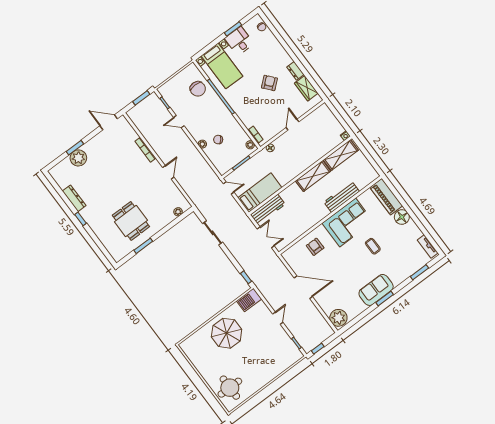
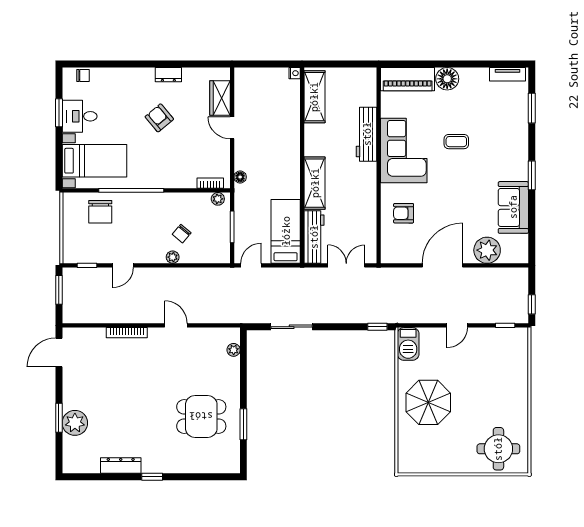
wardrobe: (306, 88) -> (220, 98), moved, turned 90
chair: (198, 89) -> (100, 212), turned 90
shelving: (313, 176) -> (315, 183), moved
sofa: (376, 290) -> (513, 207), moved
door: (278, 318) -> (457, 325), swing flipped
plant: (338, 318) -> (487, 250), moved

